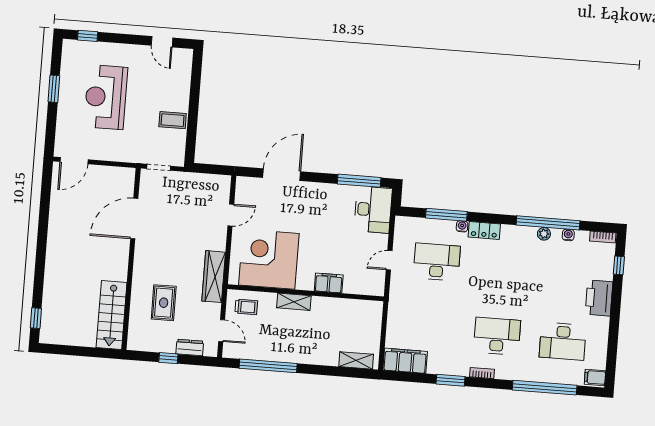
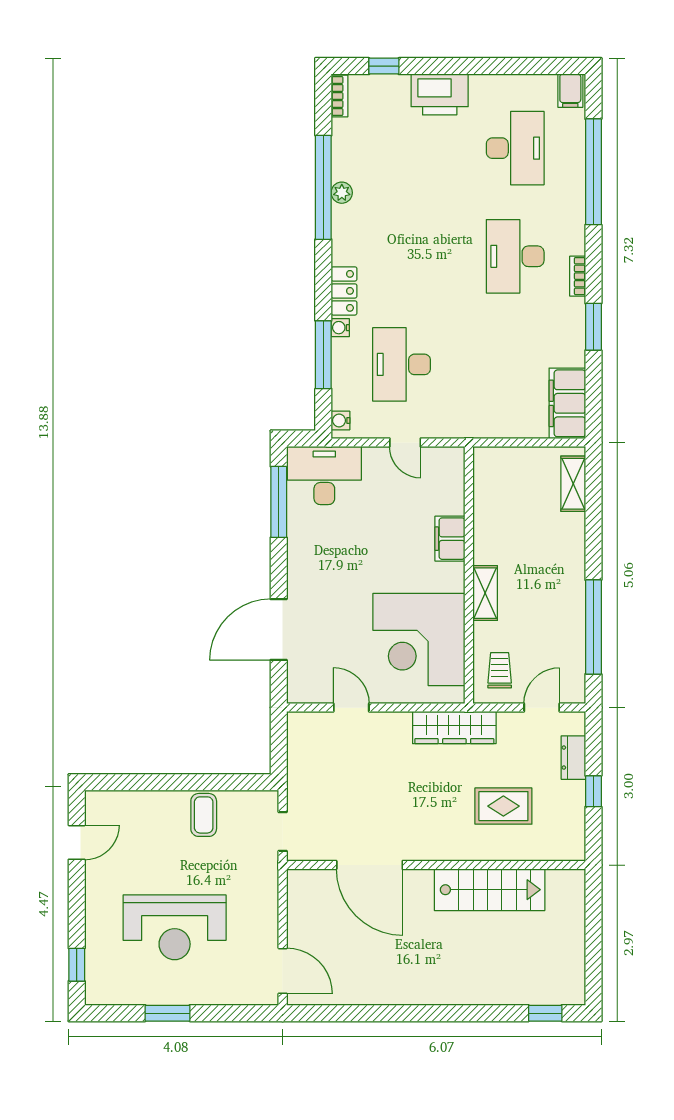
door: (282, 175) -> (279, 630), hinge flipped
water cooler: (568, 235) -> (341, 420), moved
stairs: (112, 315) -> (490, 890), moved

